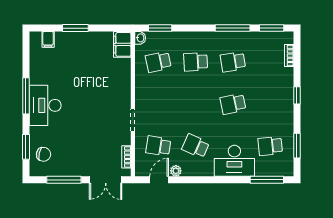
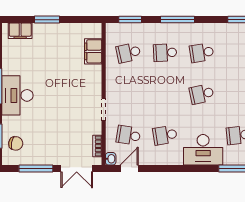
window: (233, 28) -> (177, 20), moved
washbasin: (140, 38) -> (111, 159), moved
filing cabinet: (48, 39) -> (20, 31), width x2.00
filing cabinet: (122, 44) -> (93, 51), moved
school desk: (196, 146) -> (165, 135), turned -33
plant: (176, 171) -> (146, 160), removed

